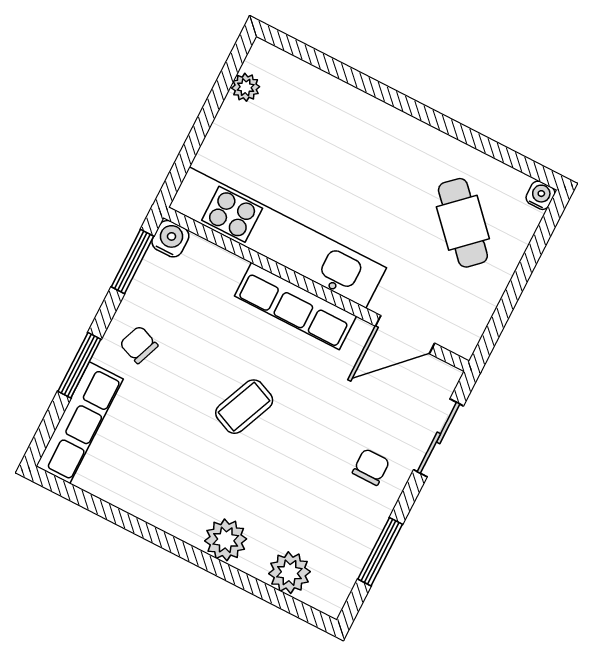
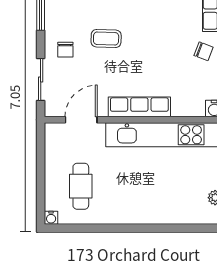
cafe table: (463, 223) -> (81, 186), turned 43
coffee table: (244, 407) -> (106, 39), moved, turned 69

